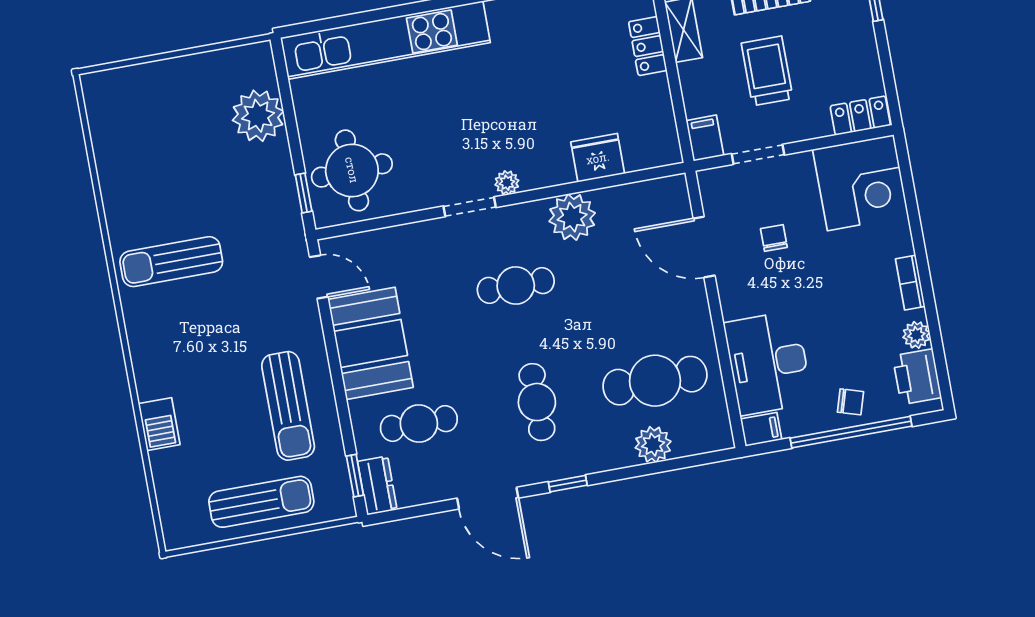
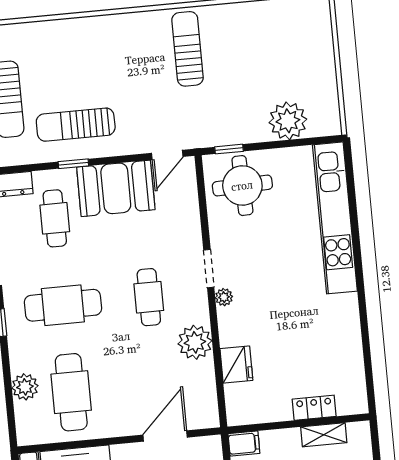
cafe table: (537, 402) -> (63, 305), width x1.37, depth x1.35
barbecue: (159, 424) -> (70, 30), removed
window: (355, 476) -> (73, 164), moved

